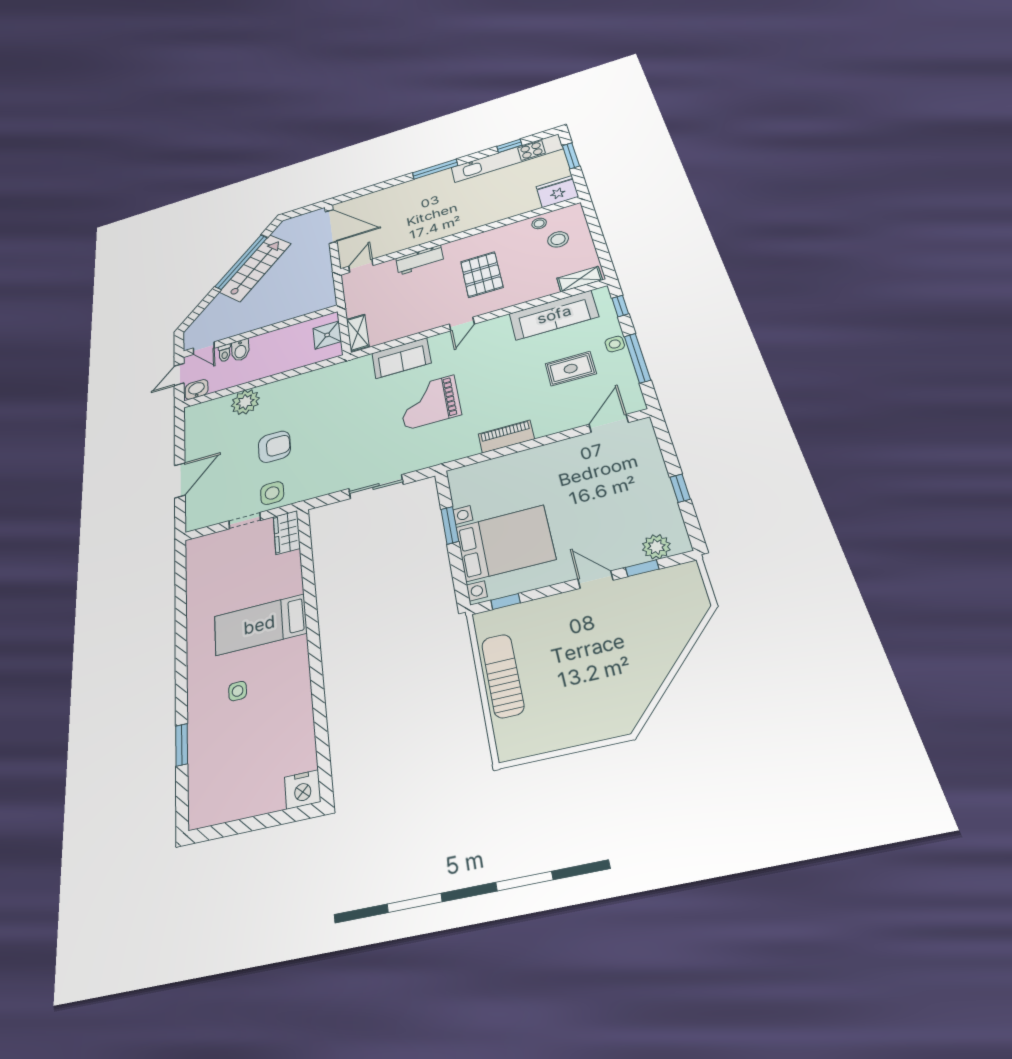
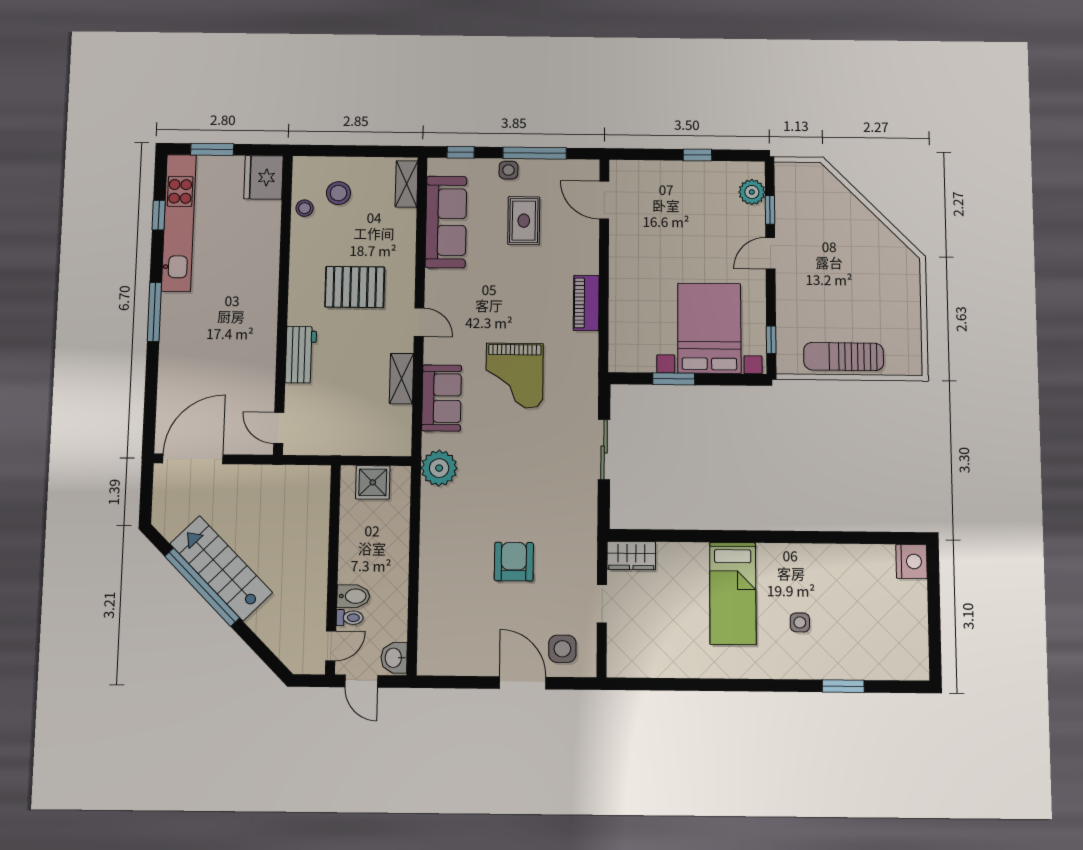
shelving: (358, 333) -> (402, 379), moved, turned 90
plant: (245, 402) -> (439, 468), moved
side table: (272, 493) -> (562, 649), moved

